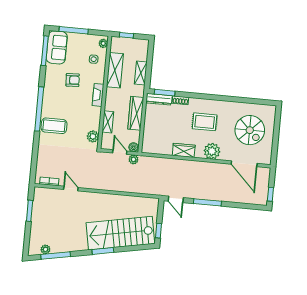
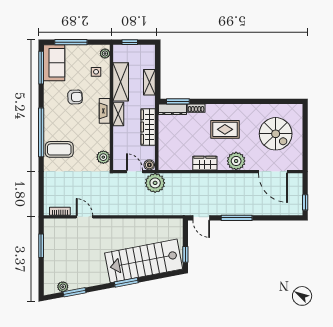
shelving: (108, 122) -> (118, 114), moved
plant: (134, 159) -> (155, 183), width x1.87, depth x1.87
window: (56, 255) -> (75, 292), width x0.69

